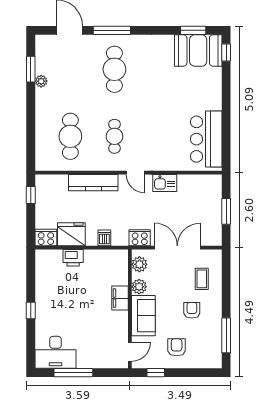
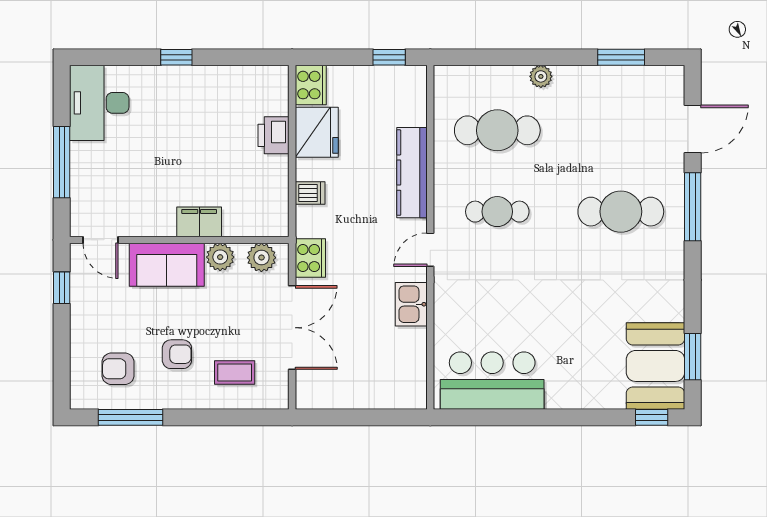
plant: (41, 81) -> (541, 76), moved
window: (226, 211) -> (359, 417), removed
armchair: (177, 347) -> (118, 369), moved, turned 180
window: (73, 373) -> (62, 162), moved

